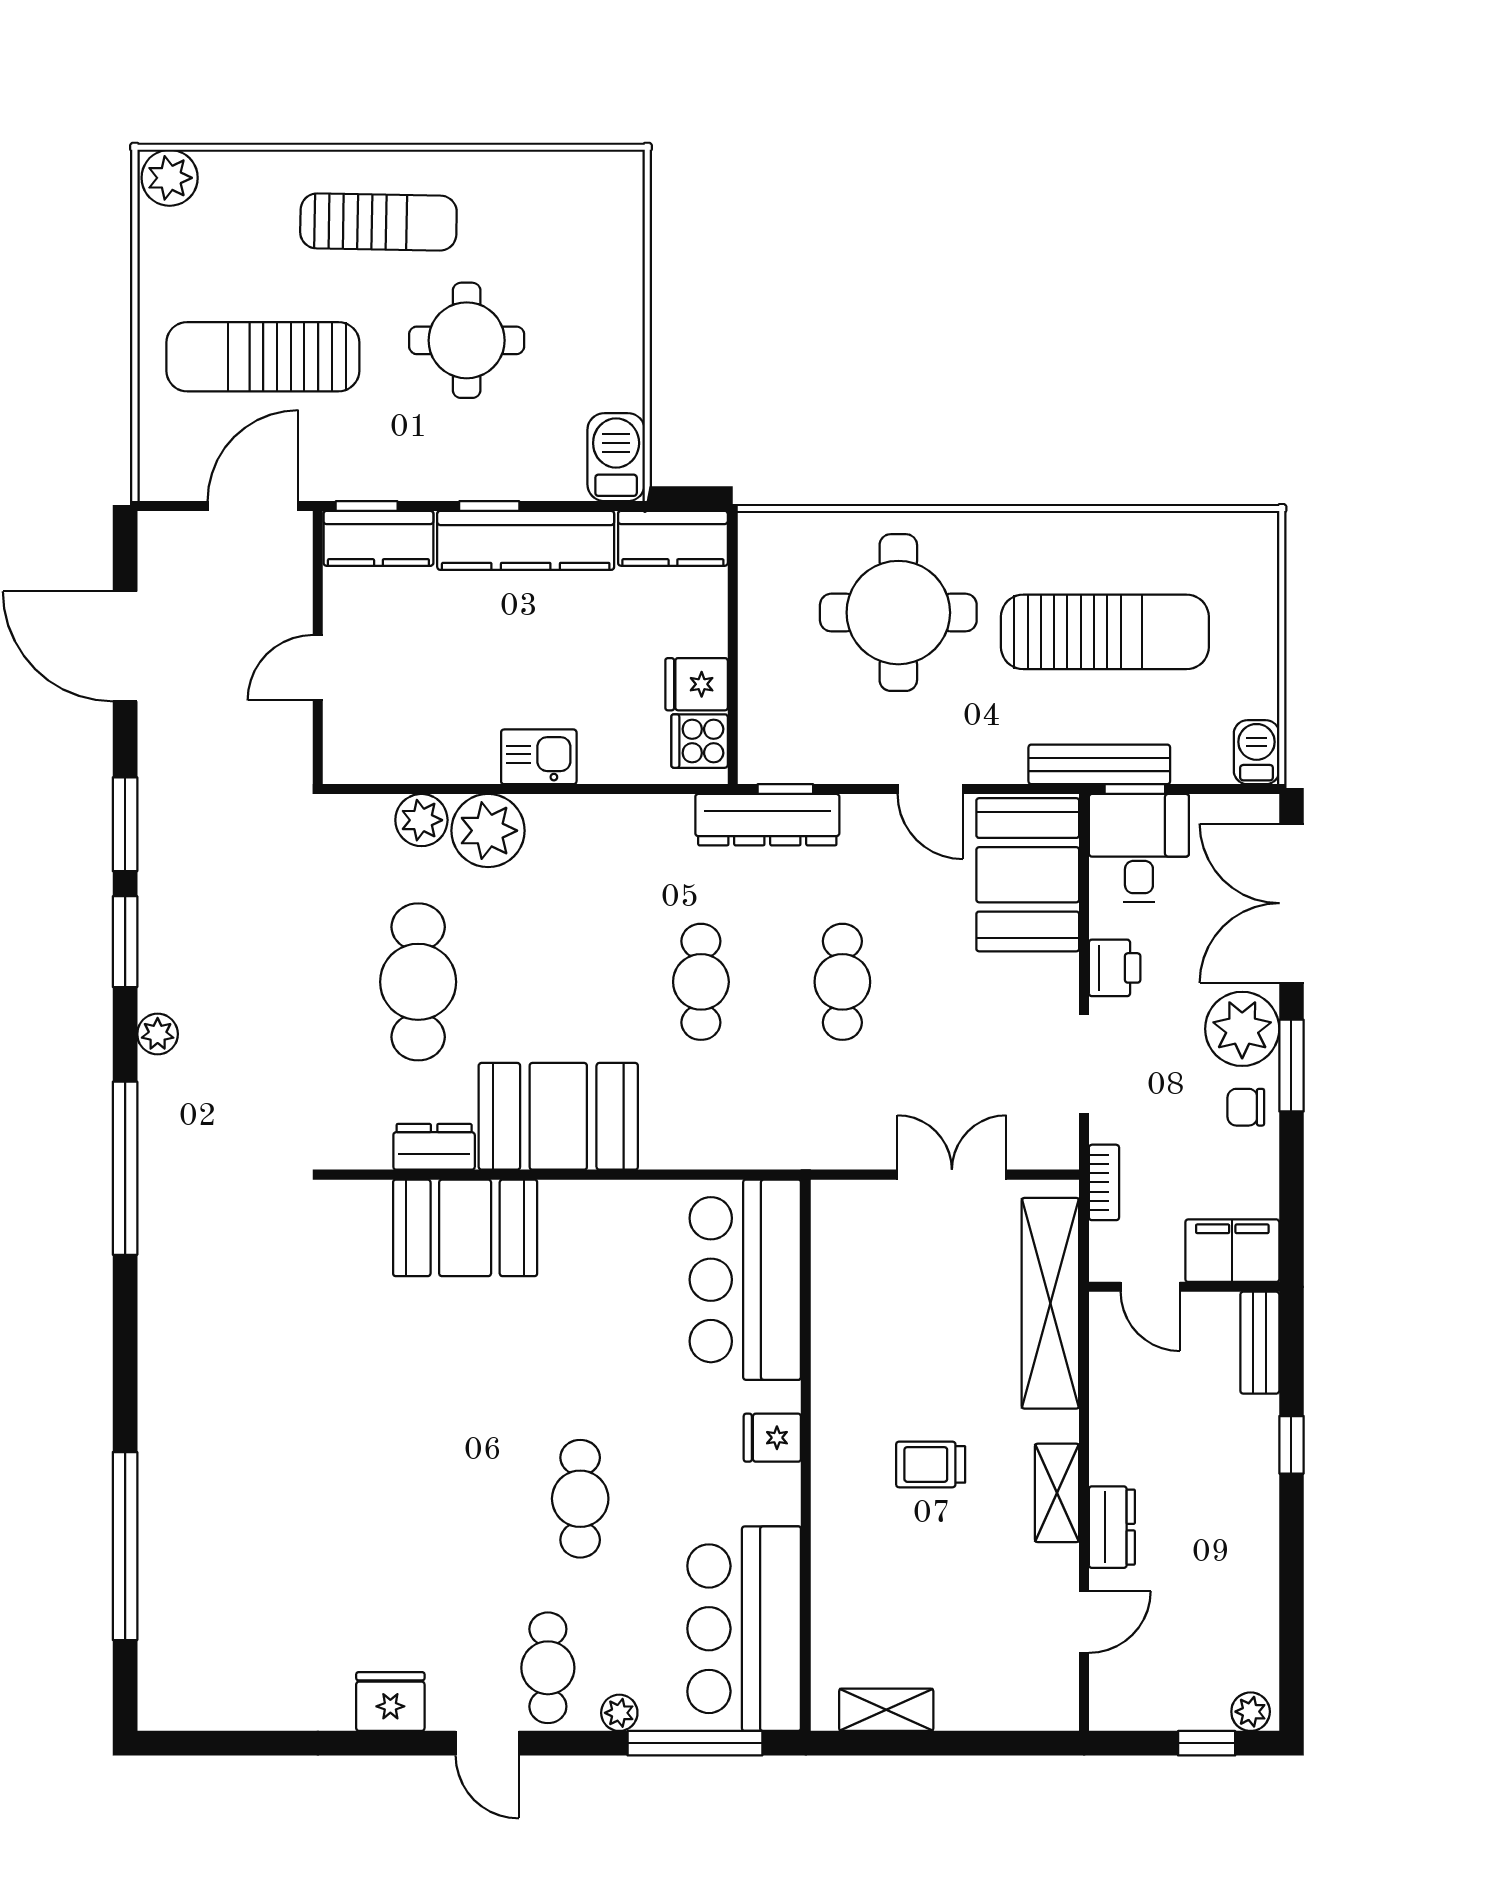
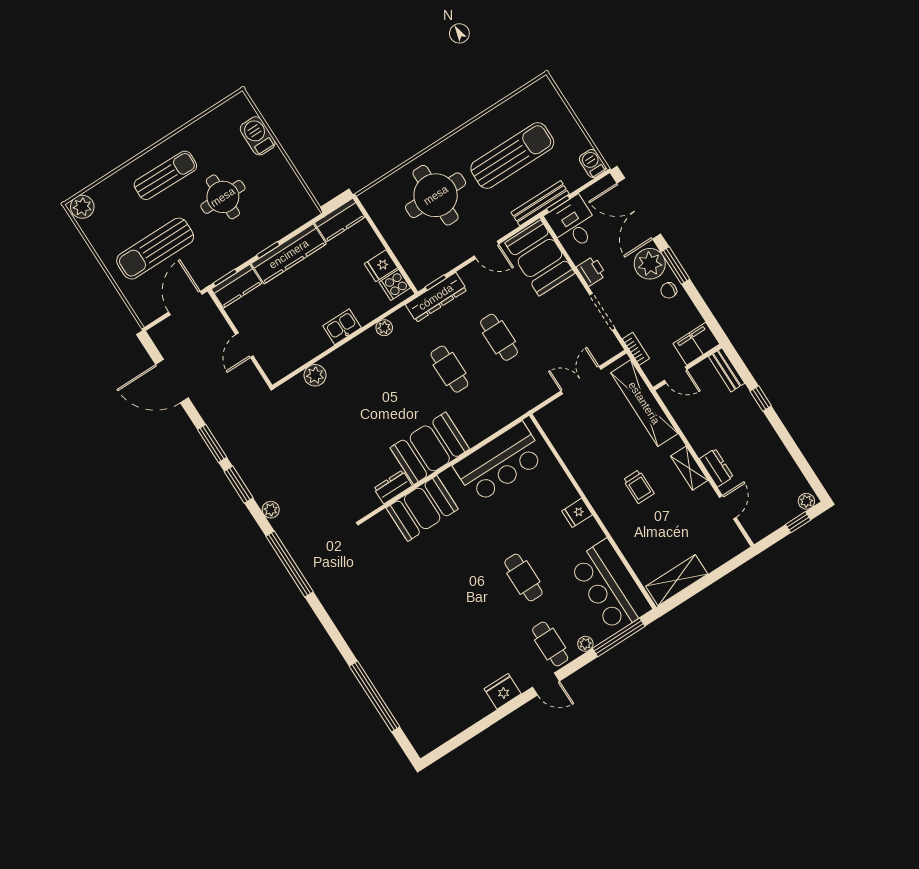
barbecue: (616, 457) -> (258, 136), moved
plant: (488, 831) -> (384, 328), moved, width x0.53, depth x0.53
cafe table: (418, 982) -> (350, 433), removed
bar counter: (745, 1280) -> (499, 462), moved, turned -90
trolley: (931, 1464) -> (639, 487), turned -90
shelving: (886, 1710) -> (677, 580), width x1.50, depth x1.33

